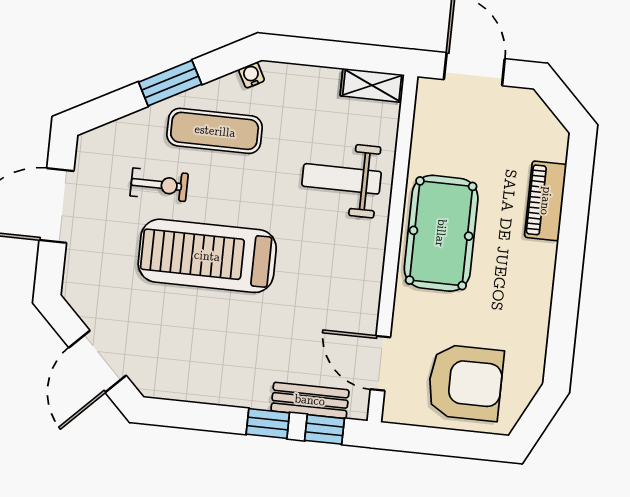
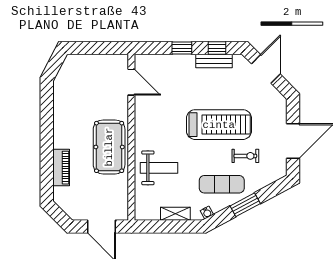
shelving: (372, 85) -> (175, 214), moved
exercise bike: (159, 185) -> (245, 156), turned 180
armchair: (465, 383) -> (90, 77), removed
bench: (310, 400) -> (214, 61), moved
window: (325, 429) -> (217, 48), moved

